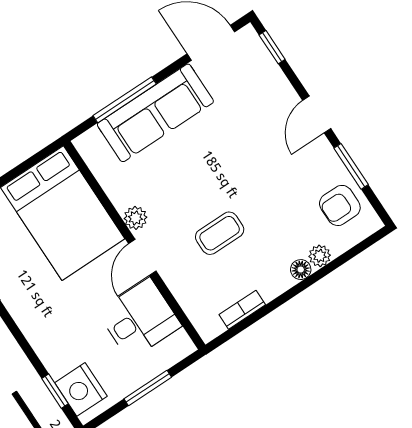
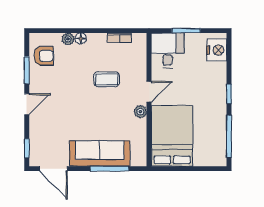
desk: (139, 319) -> (168, 50), moved, turned 90
window: (55, 391) -> (229, 94), moved

